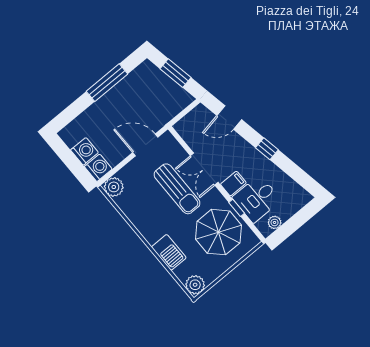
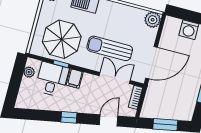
bookcase: (186, 121) -> (135, 97), added
door: (145, 145) -> (151, 63), width x1.36
washing machine: (98, 168) -> (172, 25), removed
double door: (204, 169) -> (115, 78), moved

